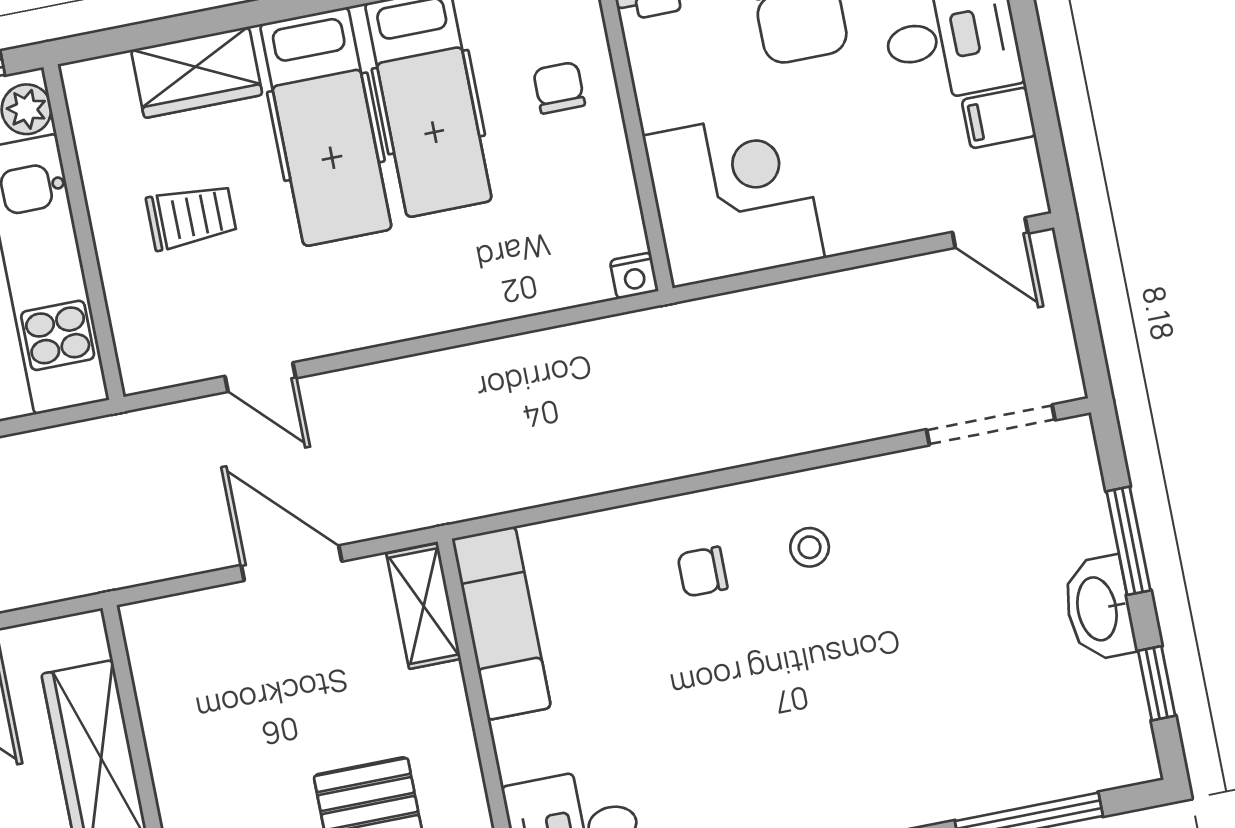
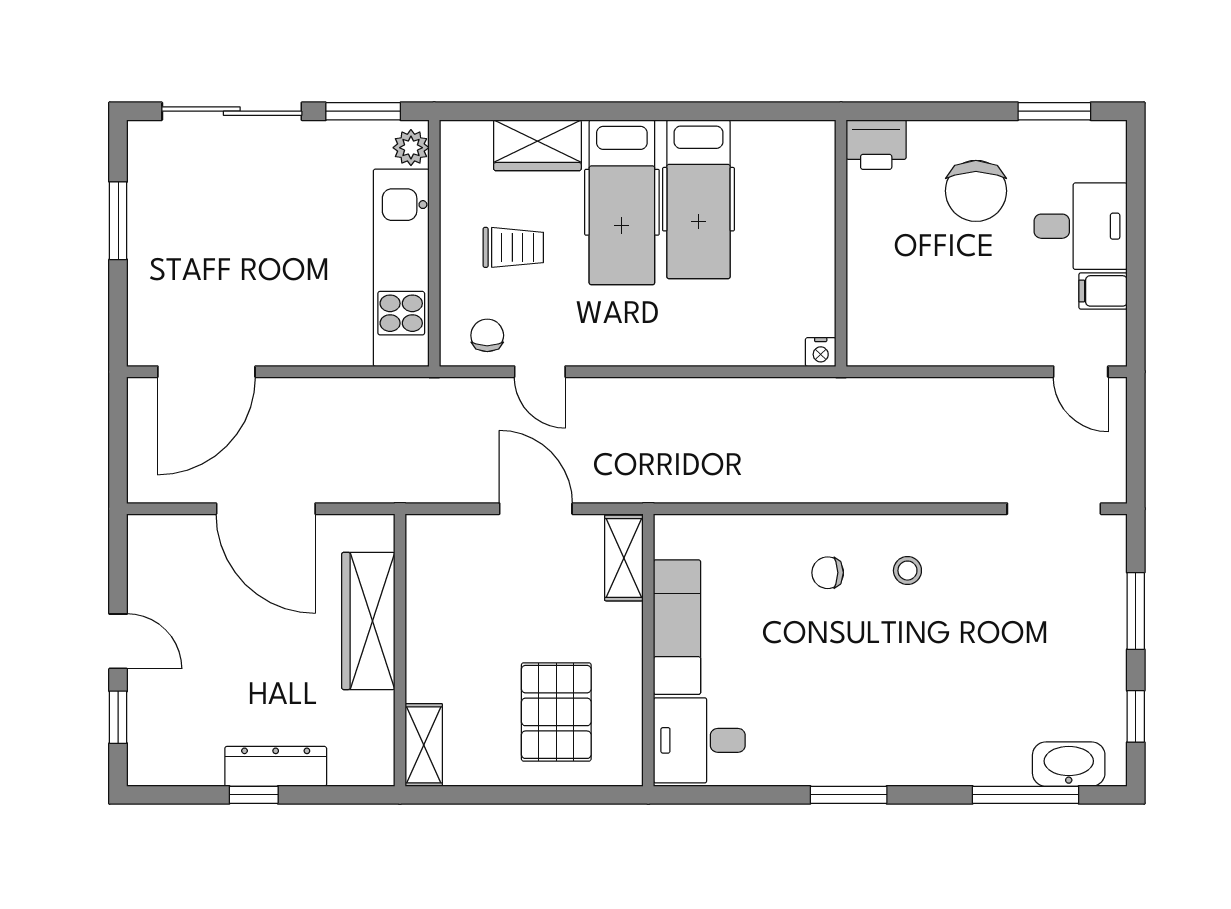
chair: (559, 88) -> (487, 335), moved
corner desk: (734, 197) -> (903, 310), removed
washbasin: (1099, 608) -> (1069, 764), moved, turned 90
exam couch: (501, 623) -> (677, 627), moved

